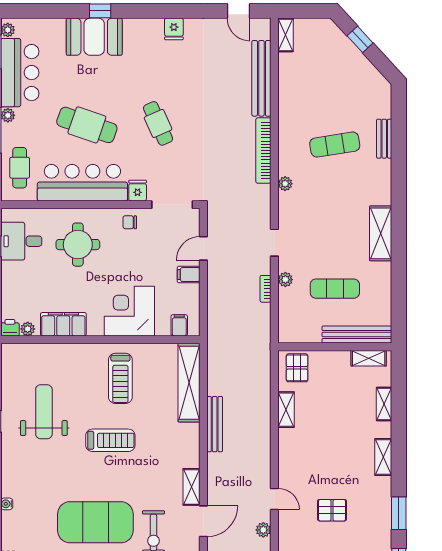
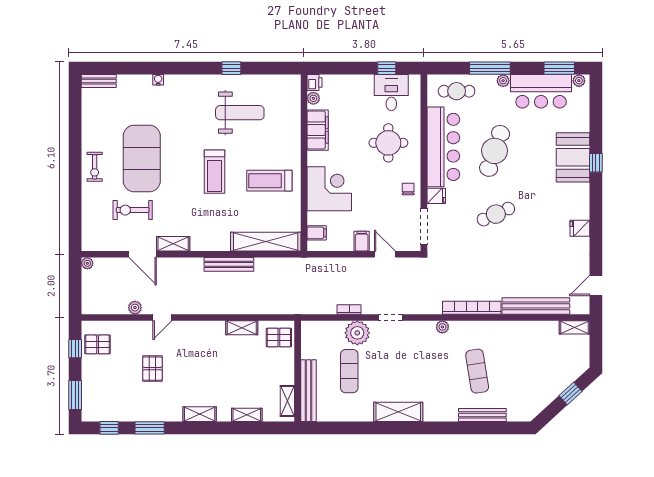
bench: (384, 139) -> (482, 415), width x1.36
plant: (285, 280) -> (357, 333), width x1.88, depth x1.88

